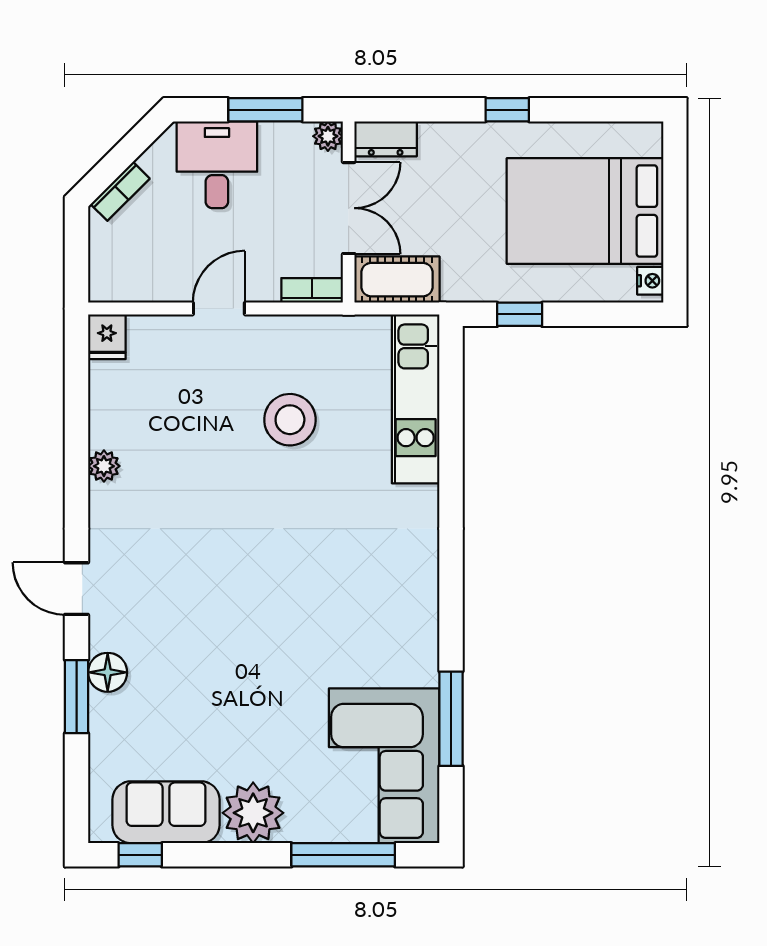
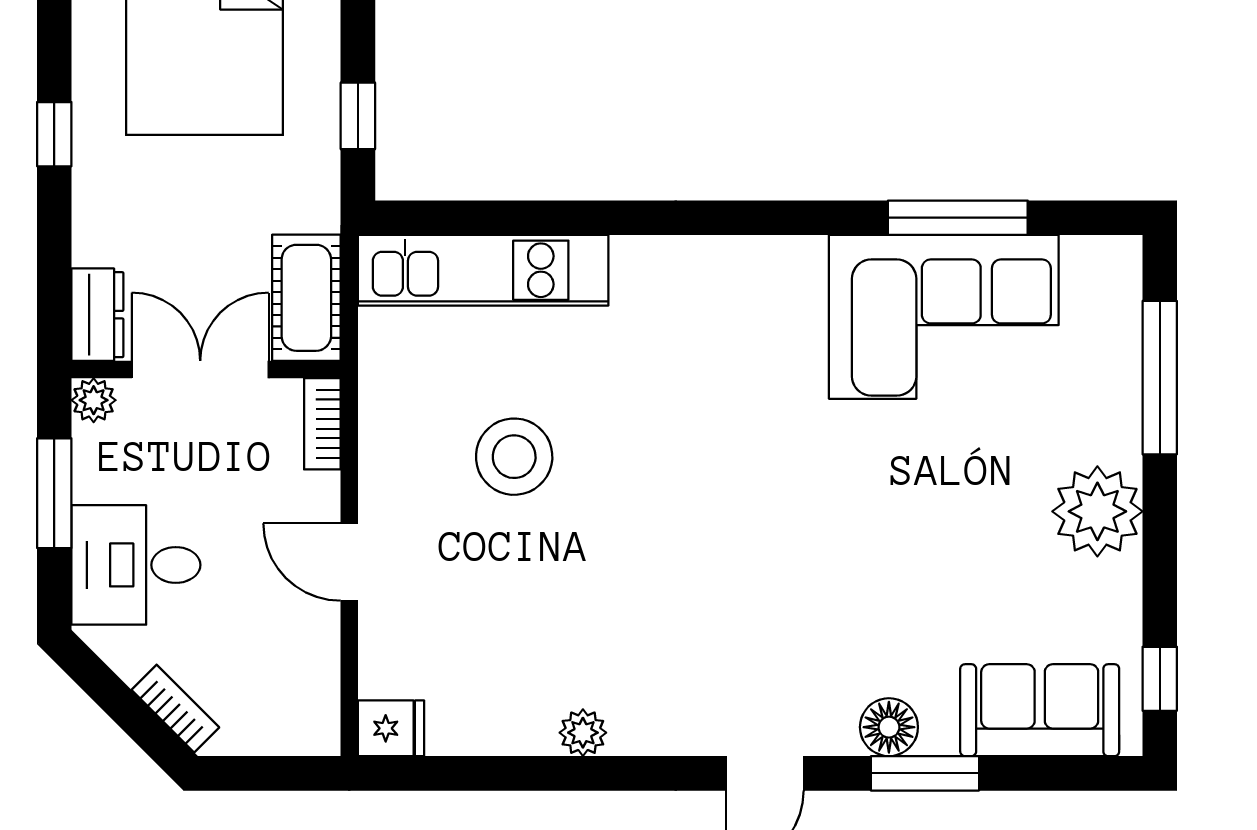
corner sofa: (384, 766) -> (944, 317), moved
sofa: (166, 812) -> (1040, 710), moved, turned 90

